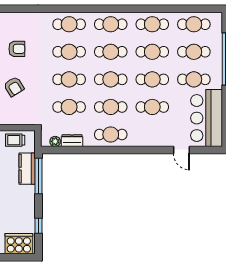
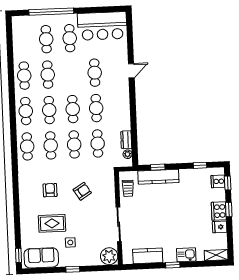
cafe table: (194, 24) -> (23, 40), removed
cafe table: (152, 79) -> (71, 74), removed
cafe table: (111, 134) -> (120, 107), removed
door: (181, 150) -> (131, 71), moved
kitchen counter: (27, 169) -> (158, 177), width x1.50
window: (38, 176) -> (158, 167), width x0.46
cooker: (19, 244) -> (218, 181), width x0.53, depth x0.76
window: (17, 257) -> (228, 183), added

